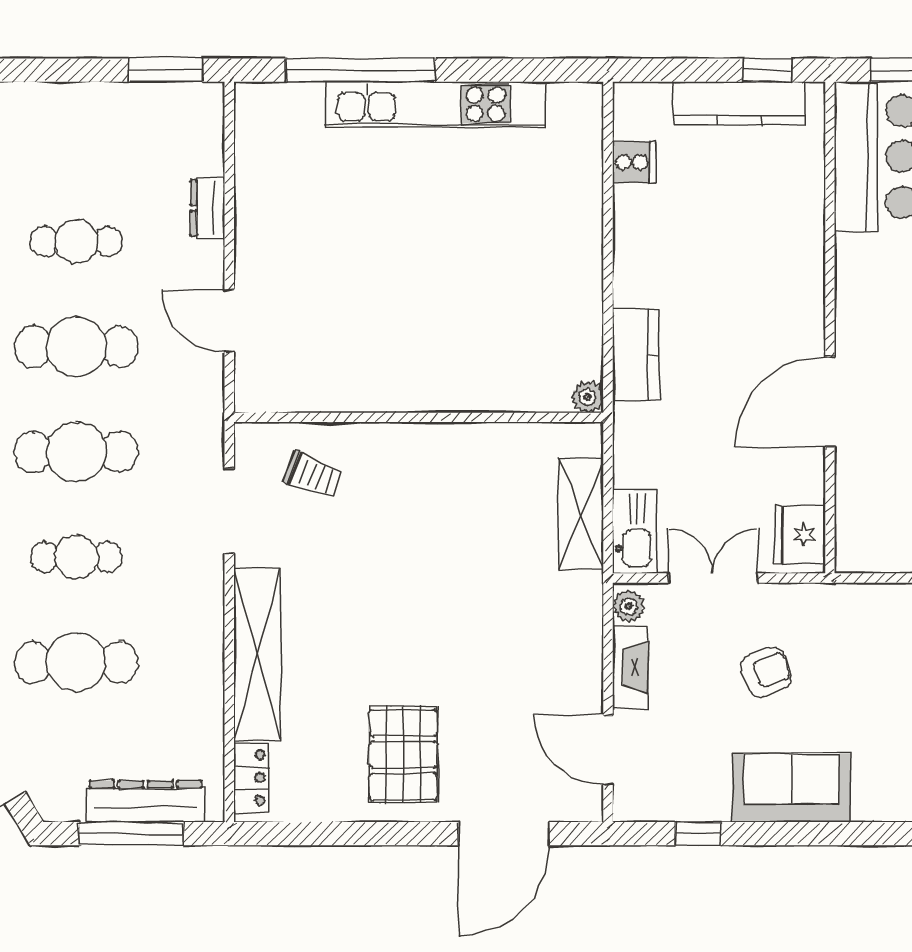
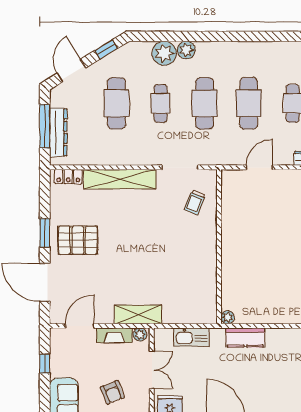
shelving: (581, 514) -> (138, 315), moved
kitchen sink: (635, 532) -> (191, 337), moved
window: (386, 834) -> (45, 233), added

